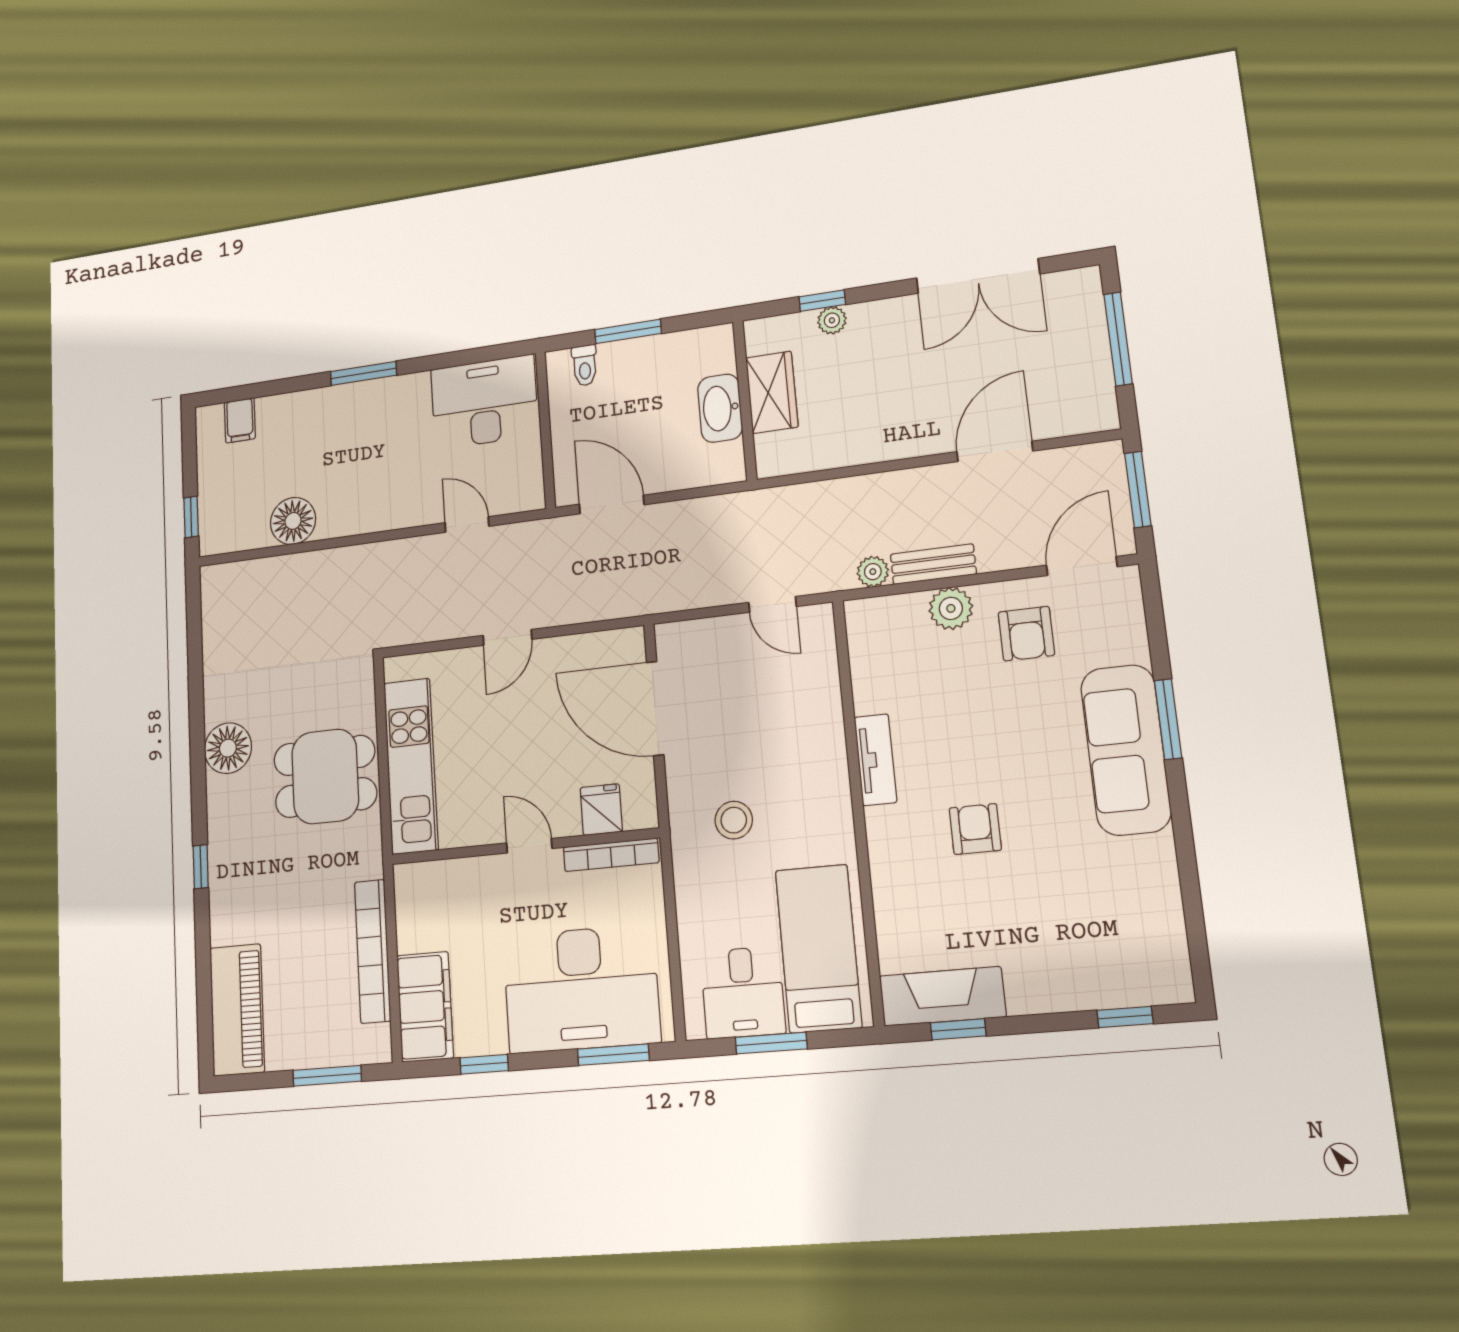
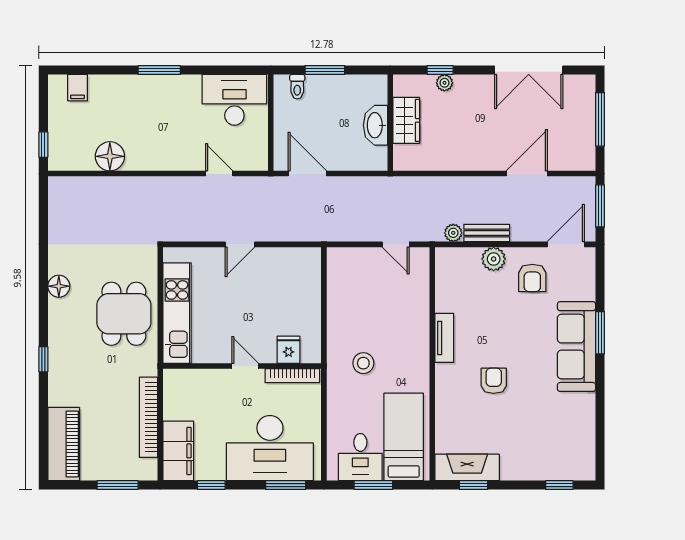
door: (655, 708) -> (324, 296), removed
floor lamp: (228, 748) -> (59, 286), width x0.73, depth x0.73
dining table: (325, 776) -> (124, 314), turned 90

